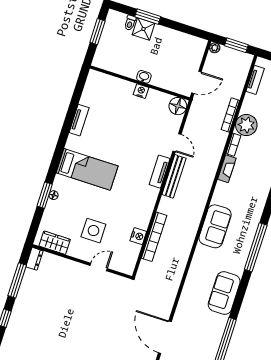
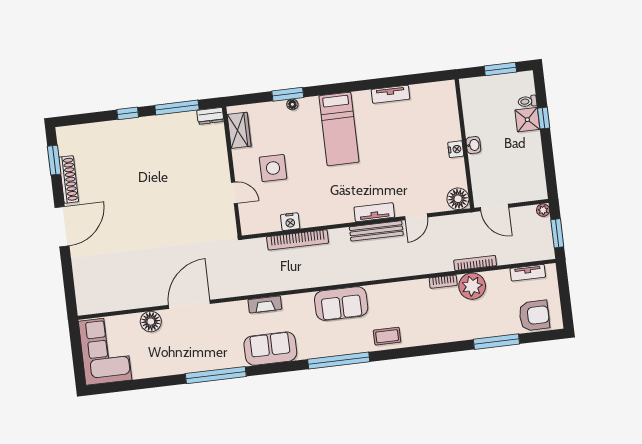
window: (148, 17) -> (544, 118), width x0.67
fireplace: (227, 169) -> (265, 304), moved
coffee table: (254, 204) -> (387, 336), added

